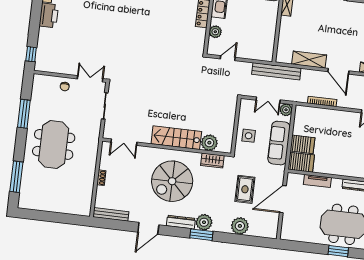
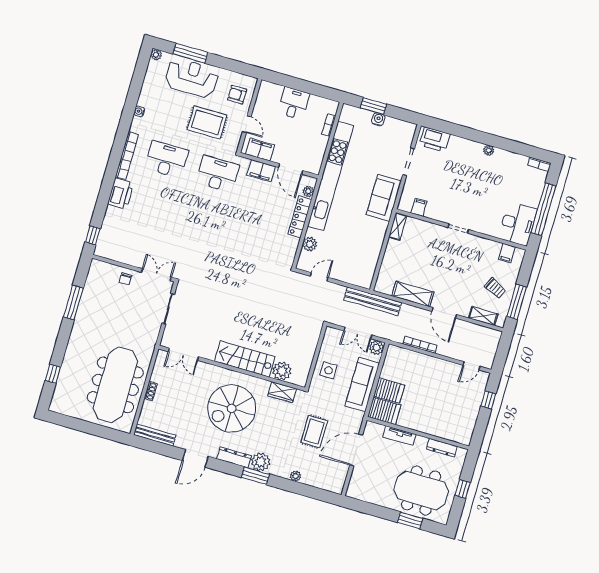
meeting table: (54, 144) -> (115, 385), moved, width x1.36
window: (16, 177) -> (53, 374), width x0.46
plant: (240, 226) -> (296, 476), width x0.53, depth x0.53

